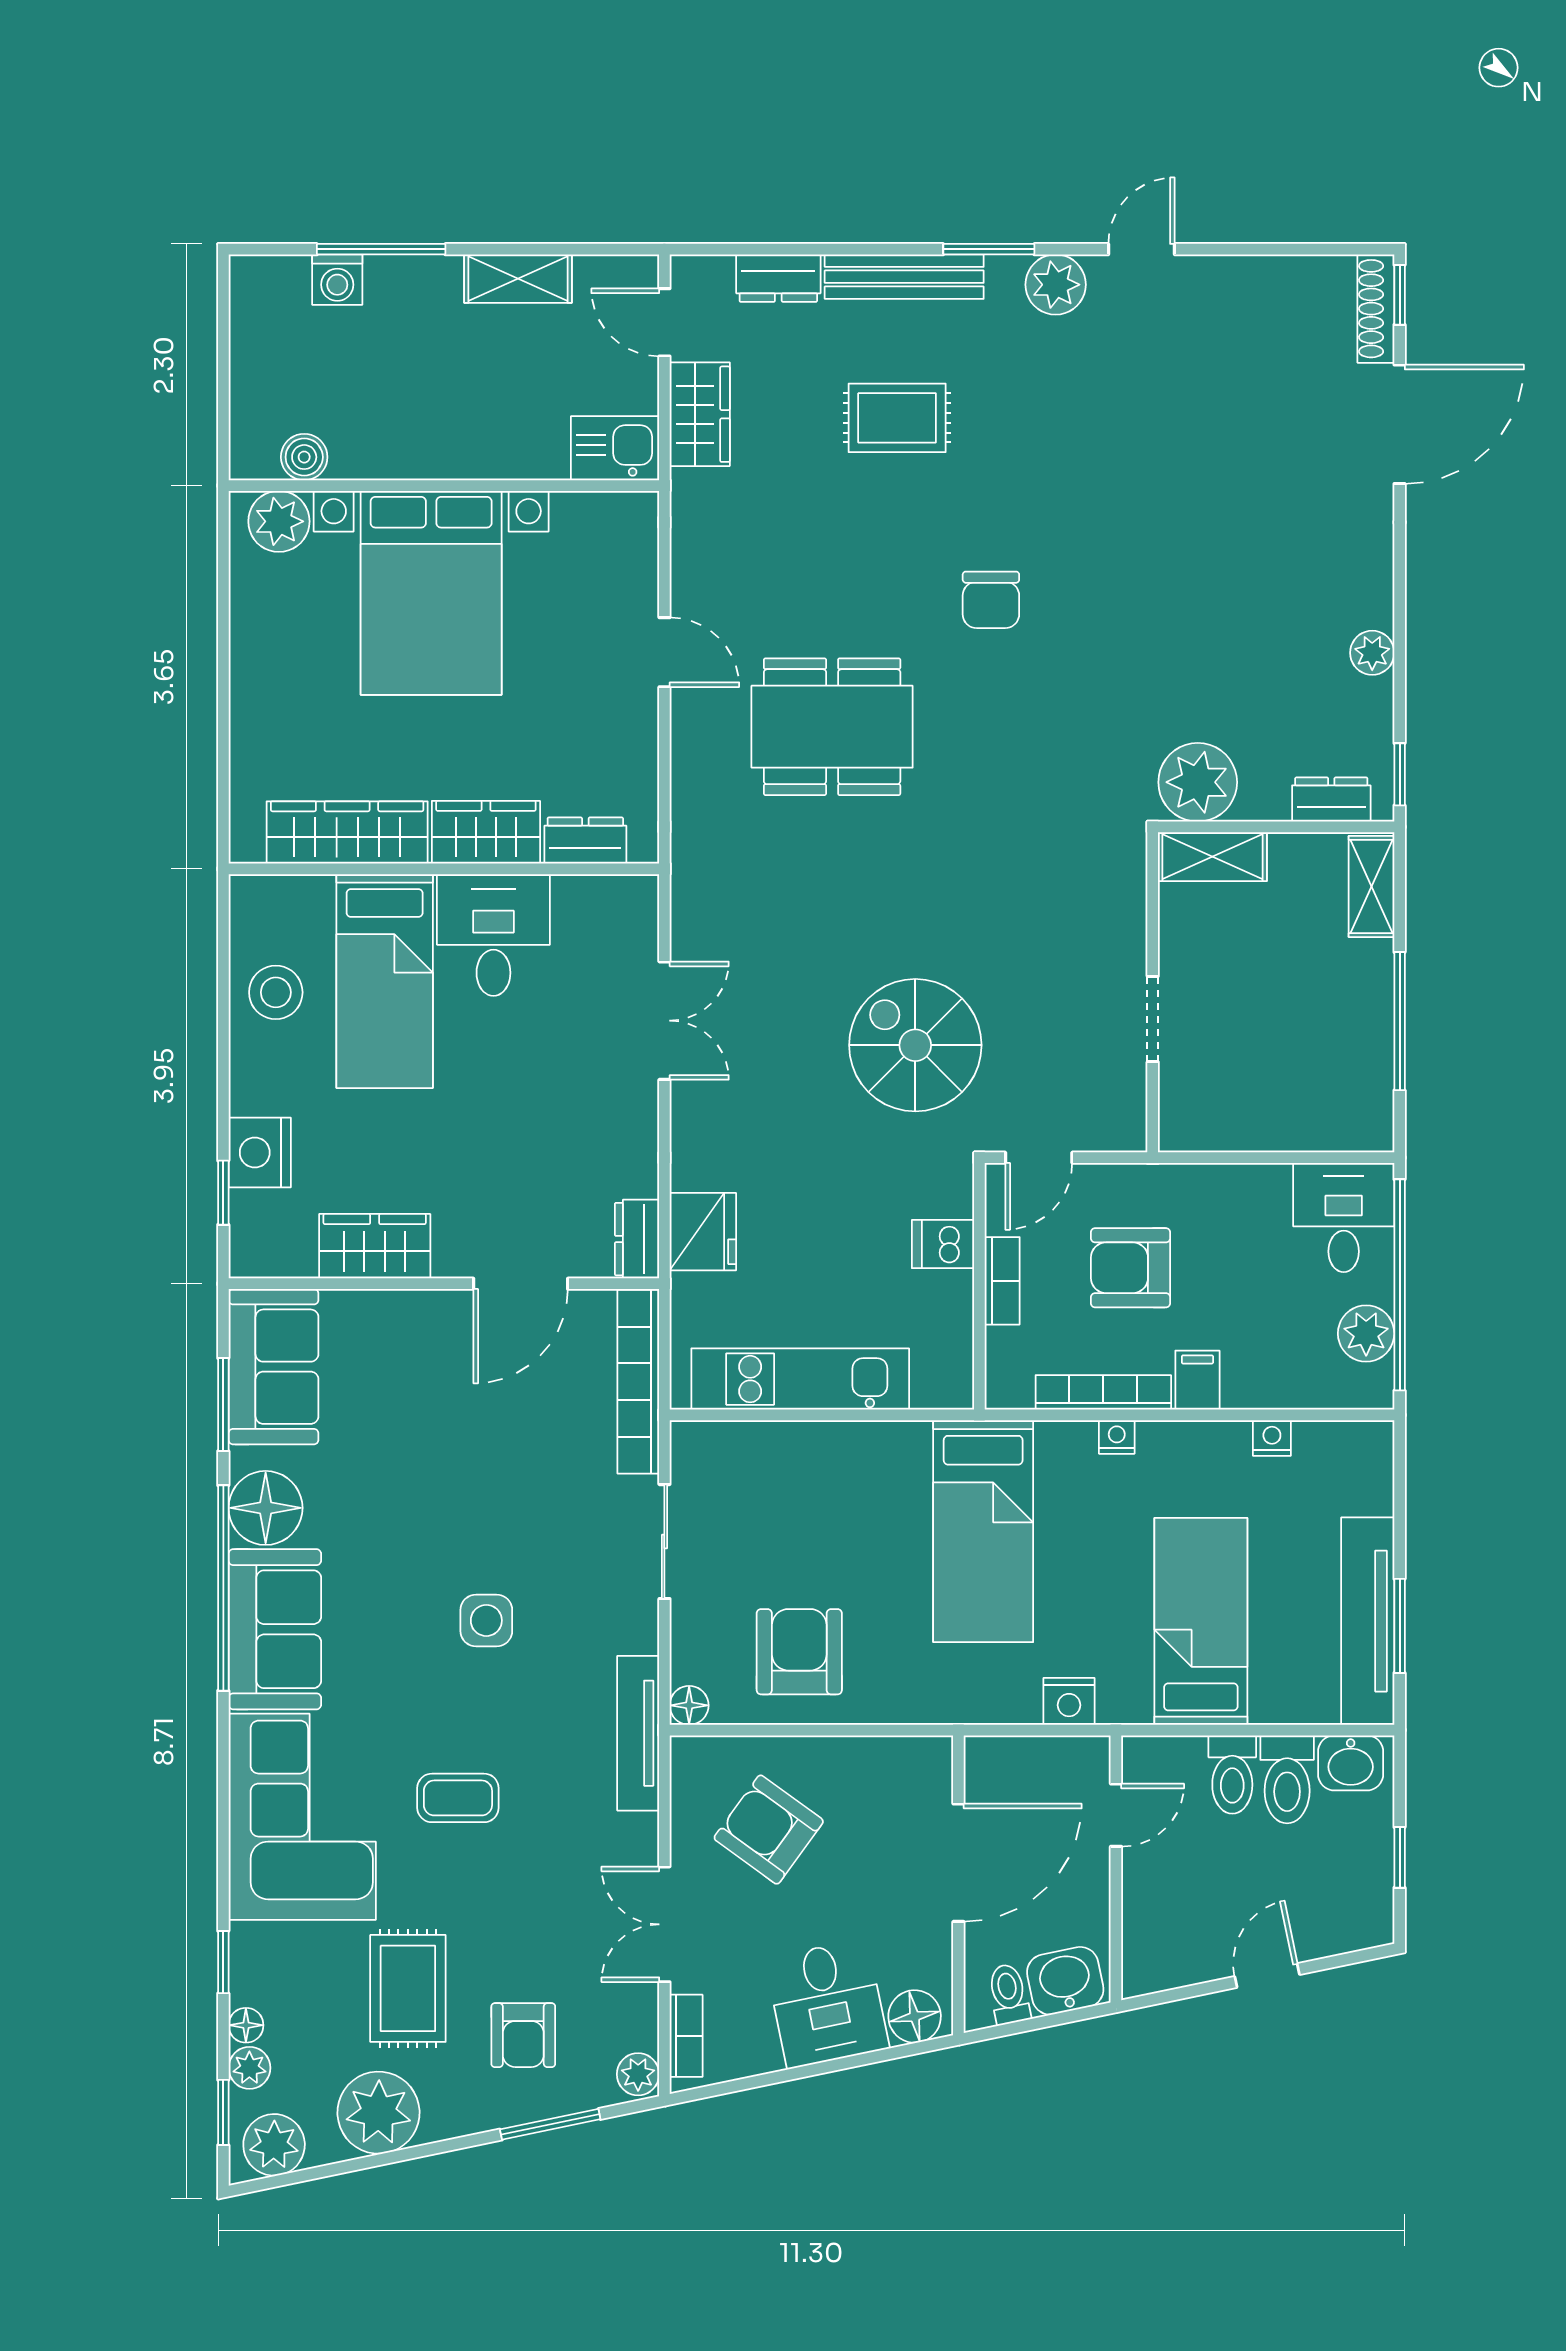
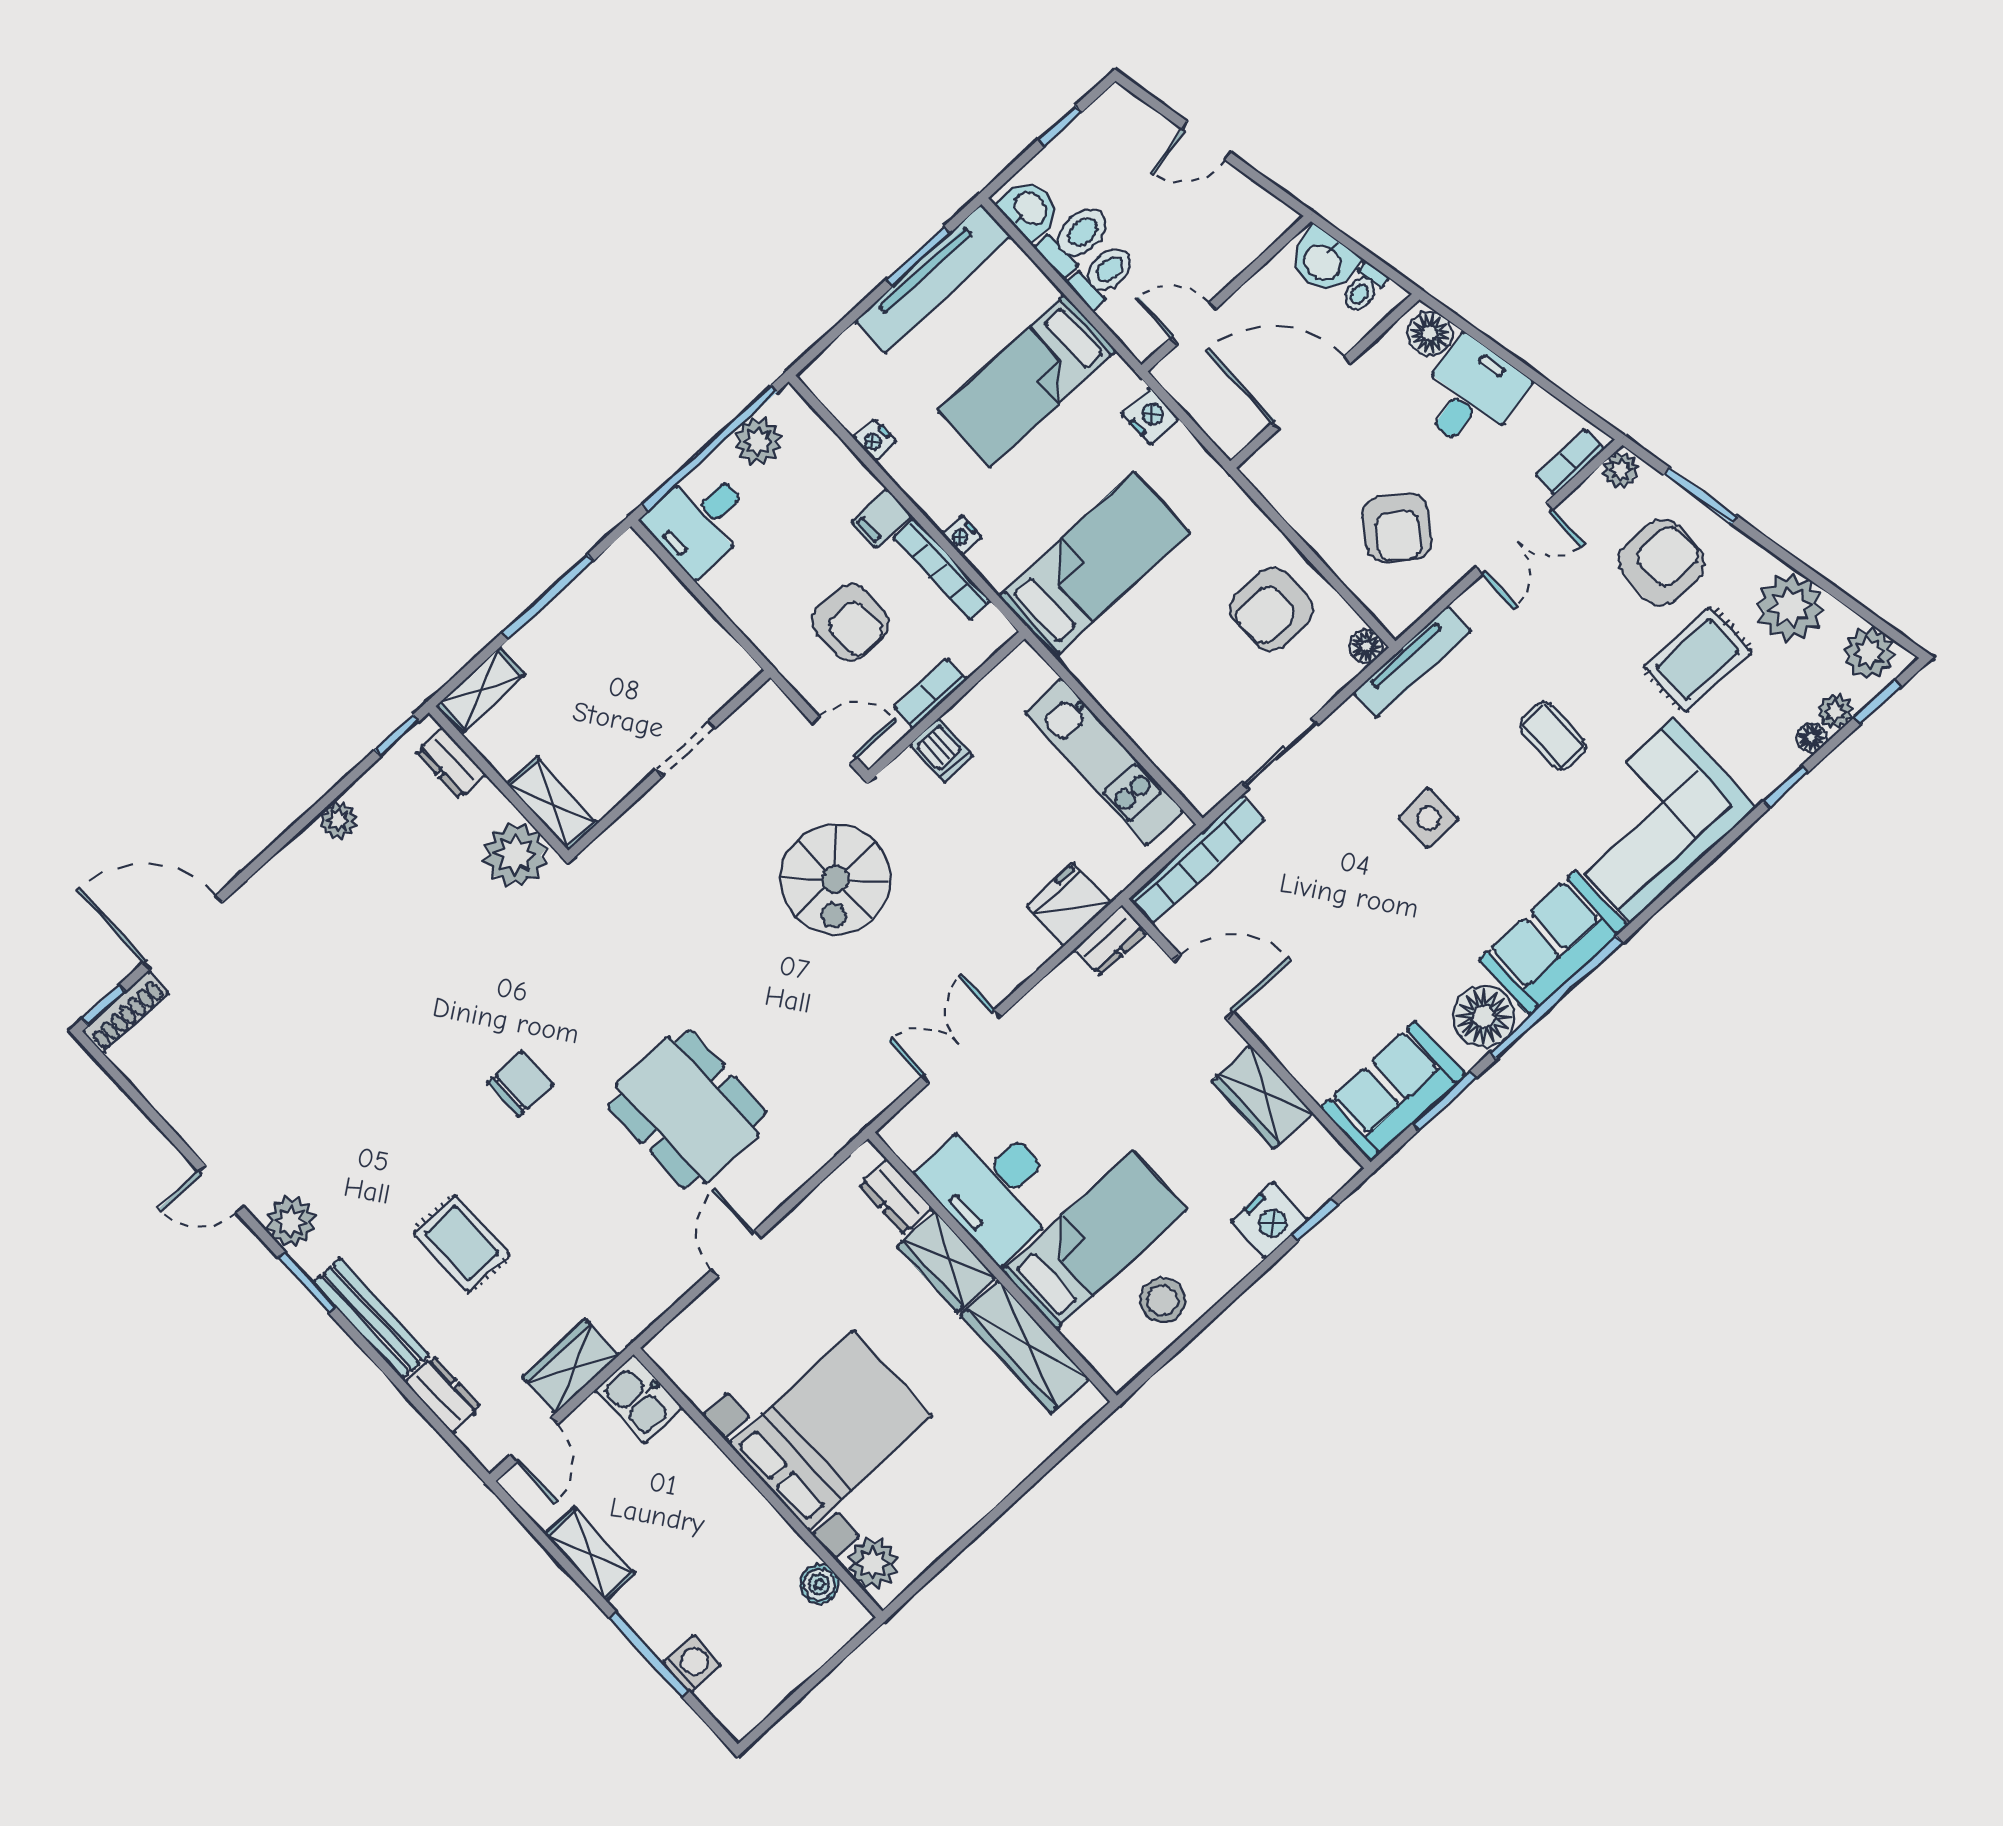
desk: (493, 935) -> (993, 1187), width x1.37
armchair: (523, 2035) -> (1661, 562), width x1.38, depth x1.38

